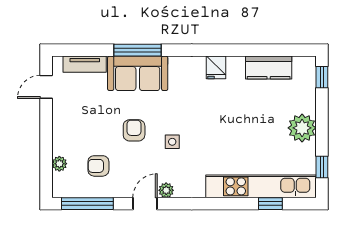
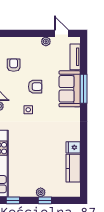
fridge: (216, 67) -> (73, 147), moved
window: (322, 77) -> (45, 200), moved
plant: (302, 128) -> (41, 192), width x0.53, depth x0.53
plant: (59, 164) -> (46, 41), moved

